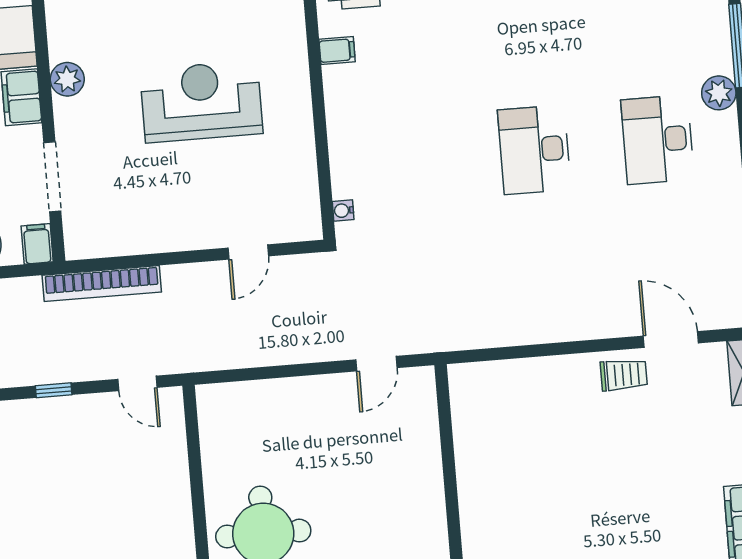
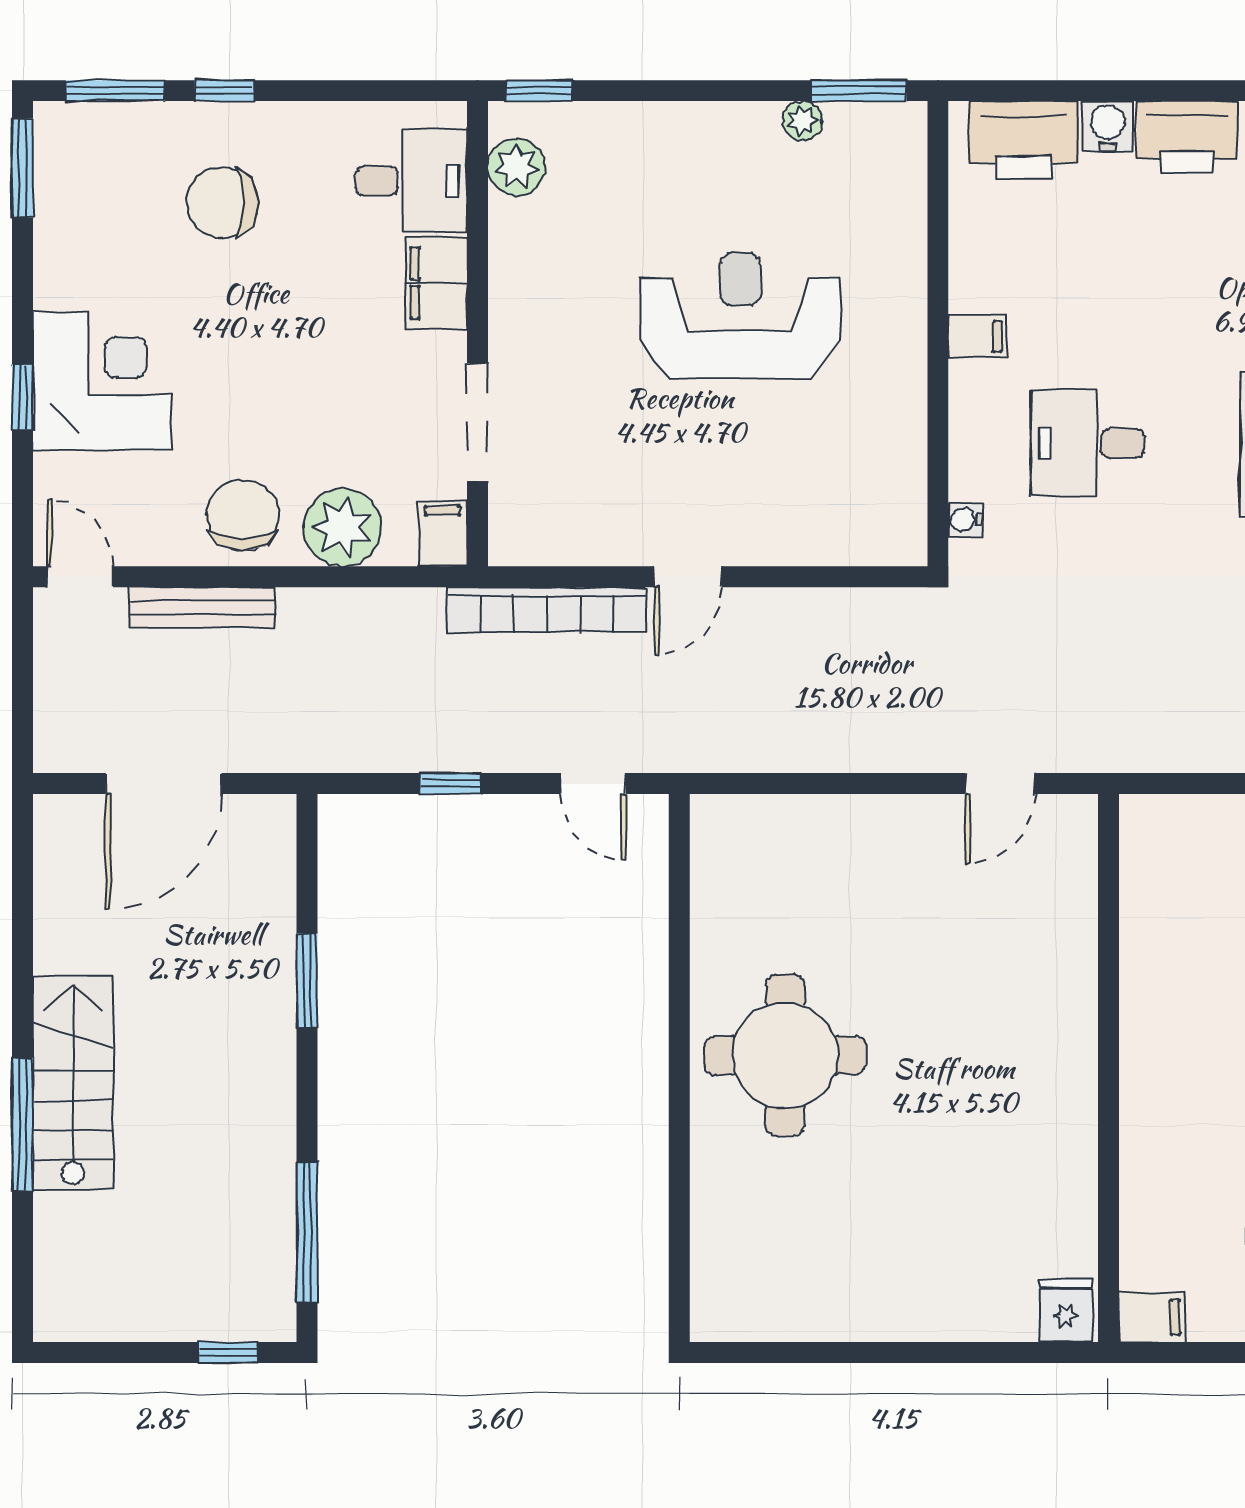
filing cabinet: (337, 51) -> (977, 337), moved
plant: (67, 79) -> (517, 167), moved
desk: (411, 160) -> (1087, 443), added
door: (248, 252) -> (688, 577), moved

